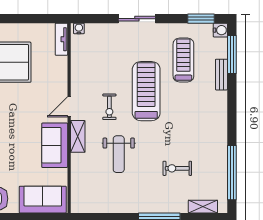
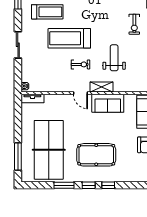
treadmill: (183, 60) -> (47, 12), turned 180
weight bench: (119, 154) -> (114, 58), turned -90
exercise bike: (177, 168) -> (134, 24), moved

